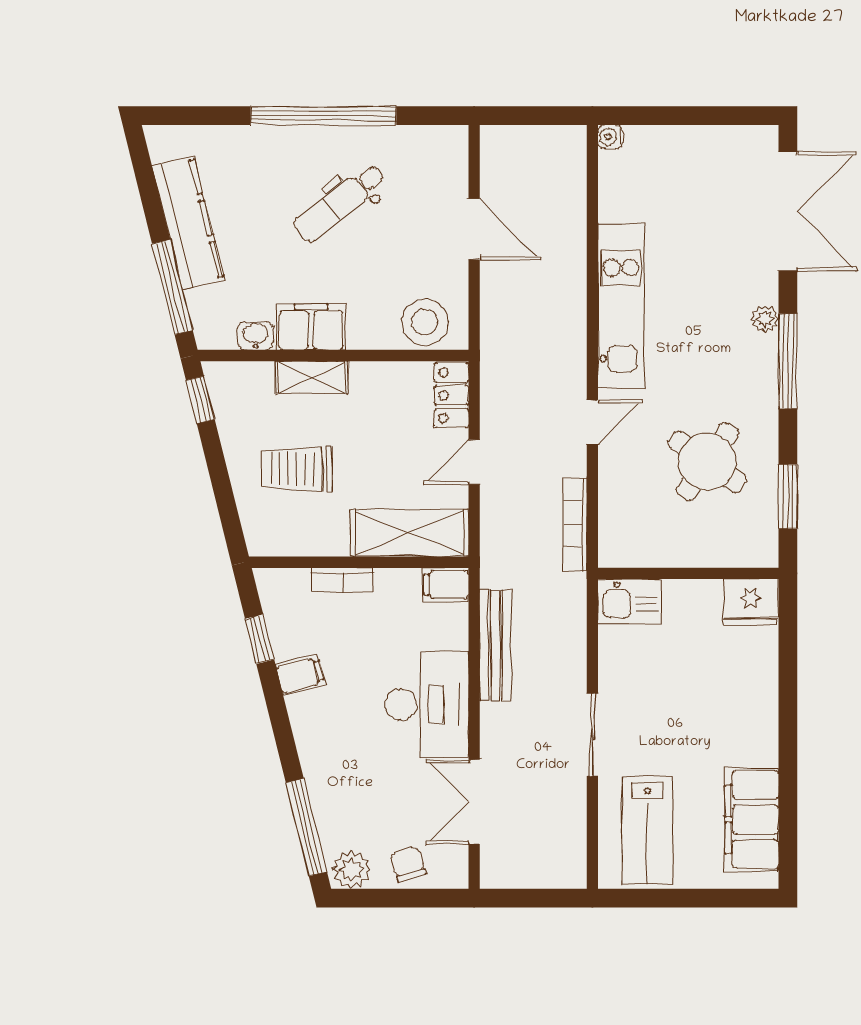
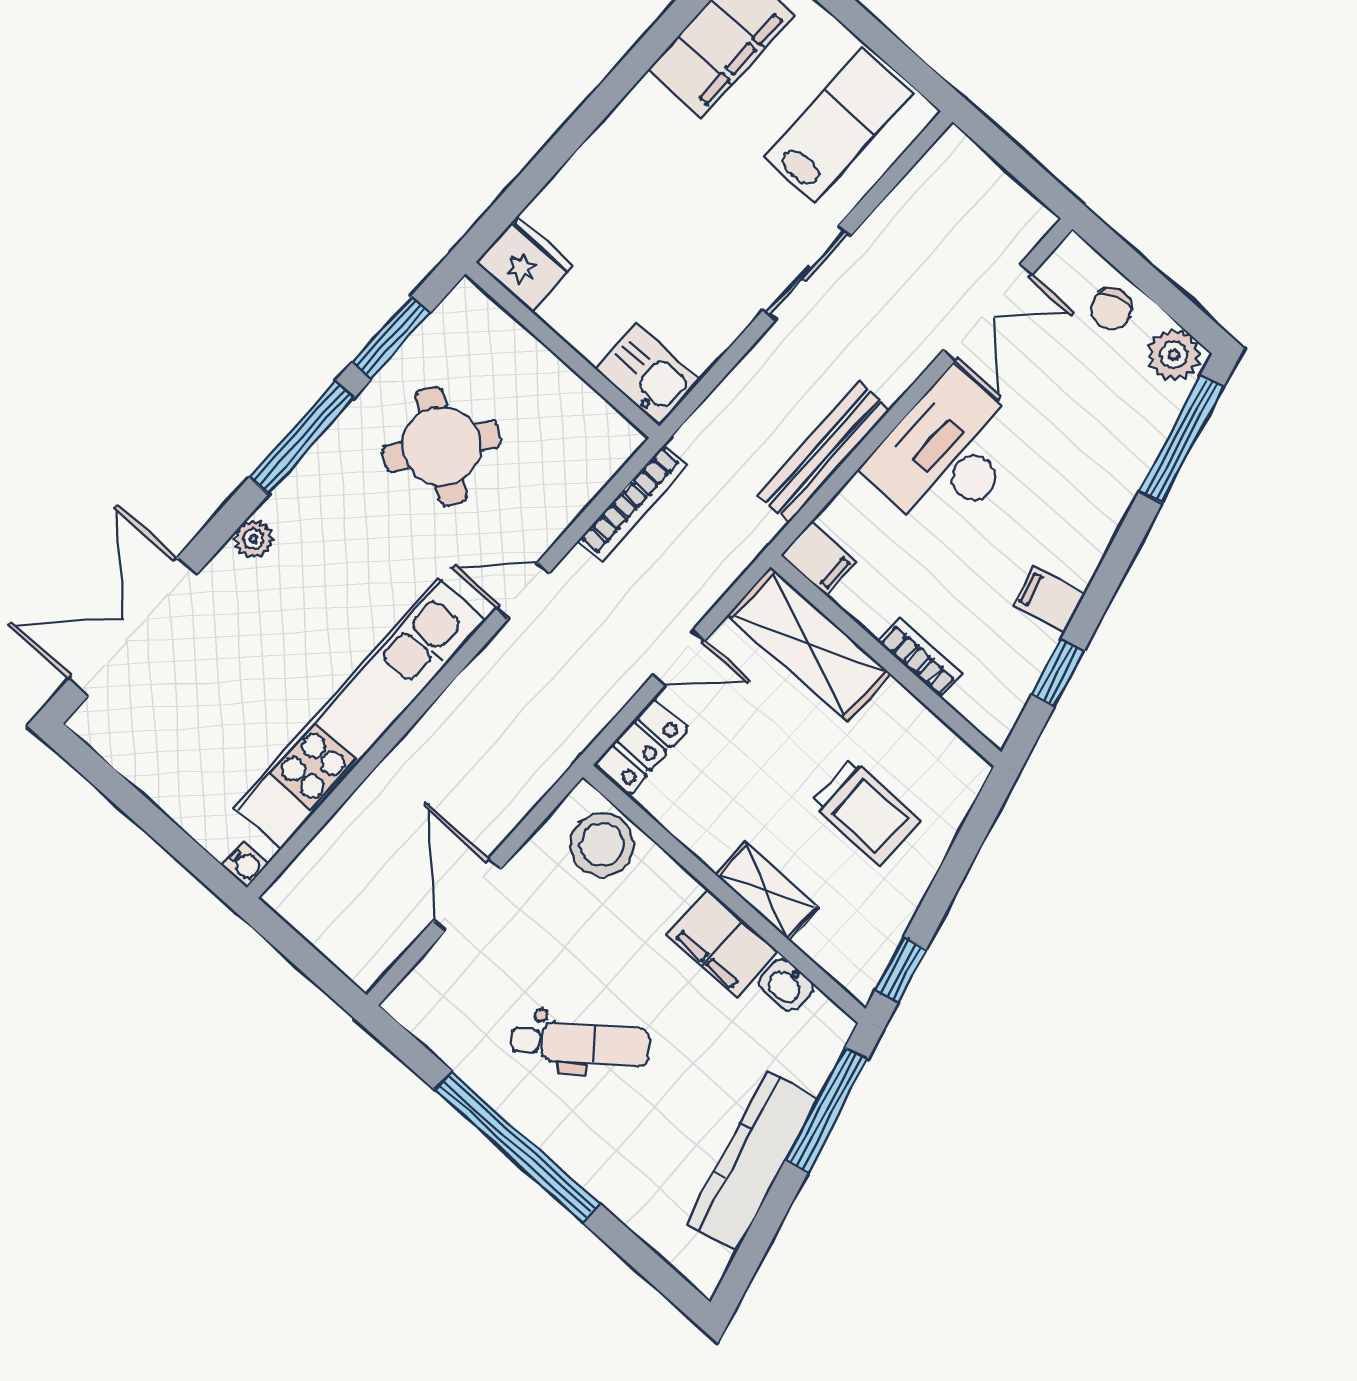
kitchen unit: (621, 306) -> (360, 713), width x1.36
window: (788, 361) -> (302, 438), moved

